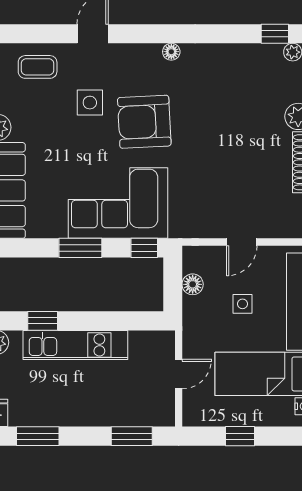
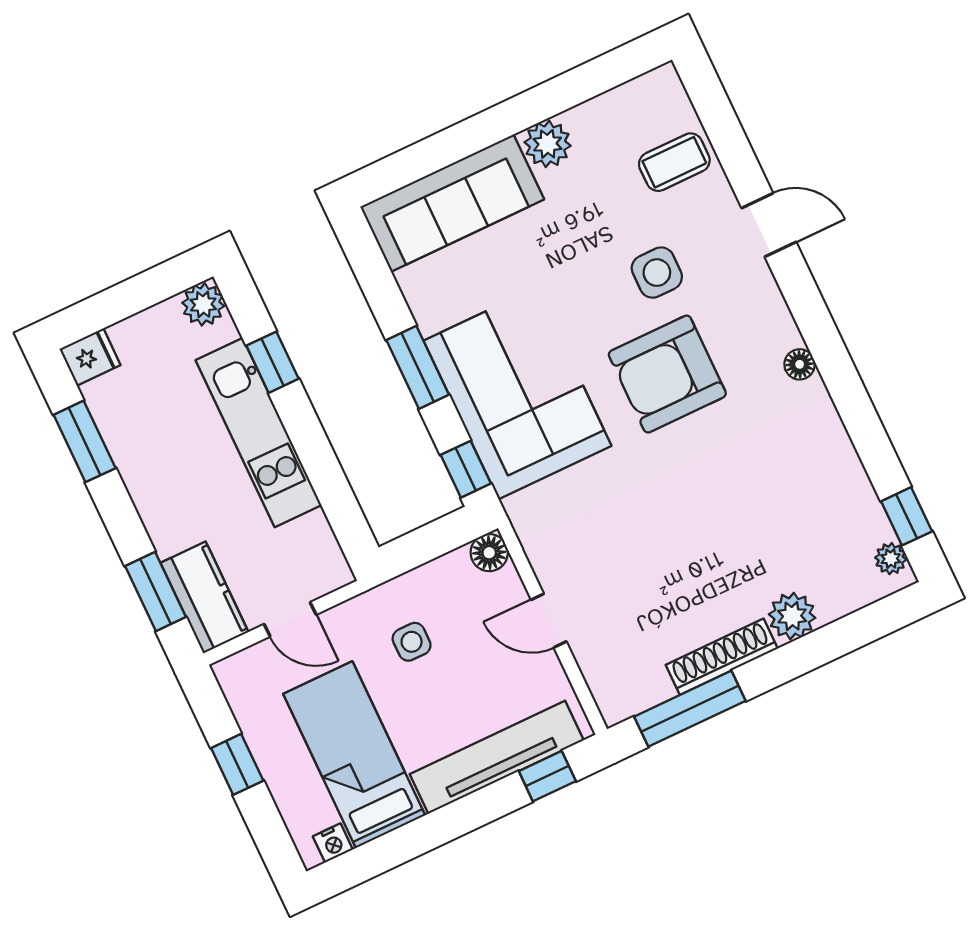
coffee table: (38, 67) -> (674, 162), turned 90
armchair: (144, 122) -> (667, 374), turned -87
floor lamp: (193, 284) -> (489, 553), moved
side table: (242, 304) -> (412, 642), moved
kitchen counter: (147, 413) -> (204, 597), added

